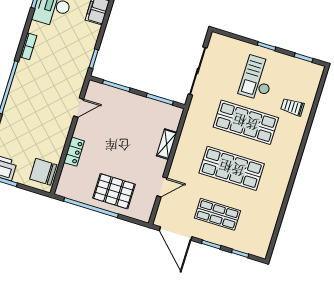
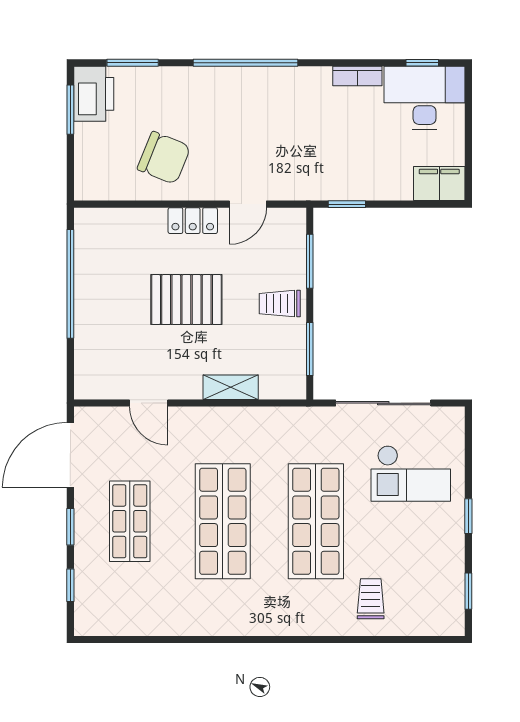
bookcase: (28, 46) -> (357, 76), moved
checkout: (258, 78) -> (411, 473), moved, turned 180
trolley: (133, 107) -> (280, 304), added
door: (79, 108) -> (248, 204), hinge flipped
locker: (74, 152) -> (193, 221), moved
chair: (43, 172) -> (164, 158), moved, turned 112
pallet: (114, 191) -> (186, 300), moved, turned 90

